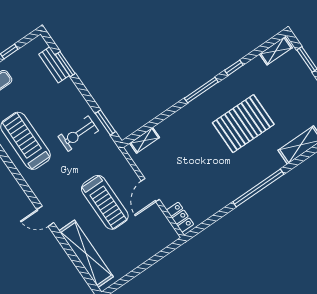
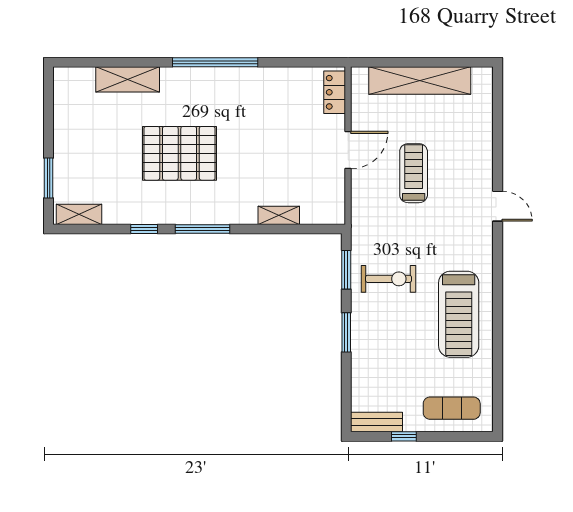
window: (65, 64) -> (346, 332), moved
bench: (54, 65) -> (377, 422), moved, turned 90
shelving: (145, 140) -> (279, 215), moved
treadmill: (105, 202) -> (414, 173), width x0.73, depth x0.73
shelving: (86, 254) -> (420, 81), moved, turned 90

